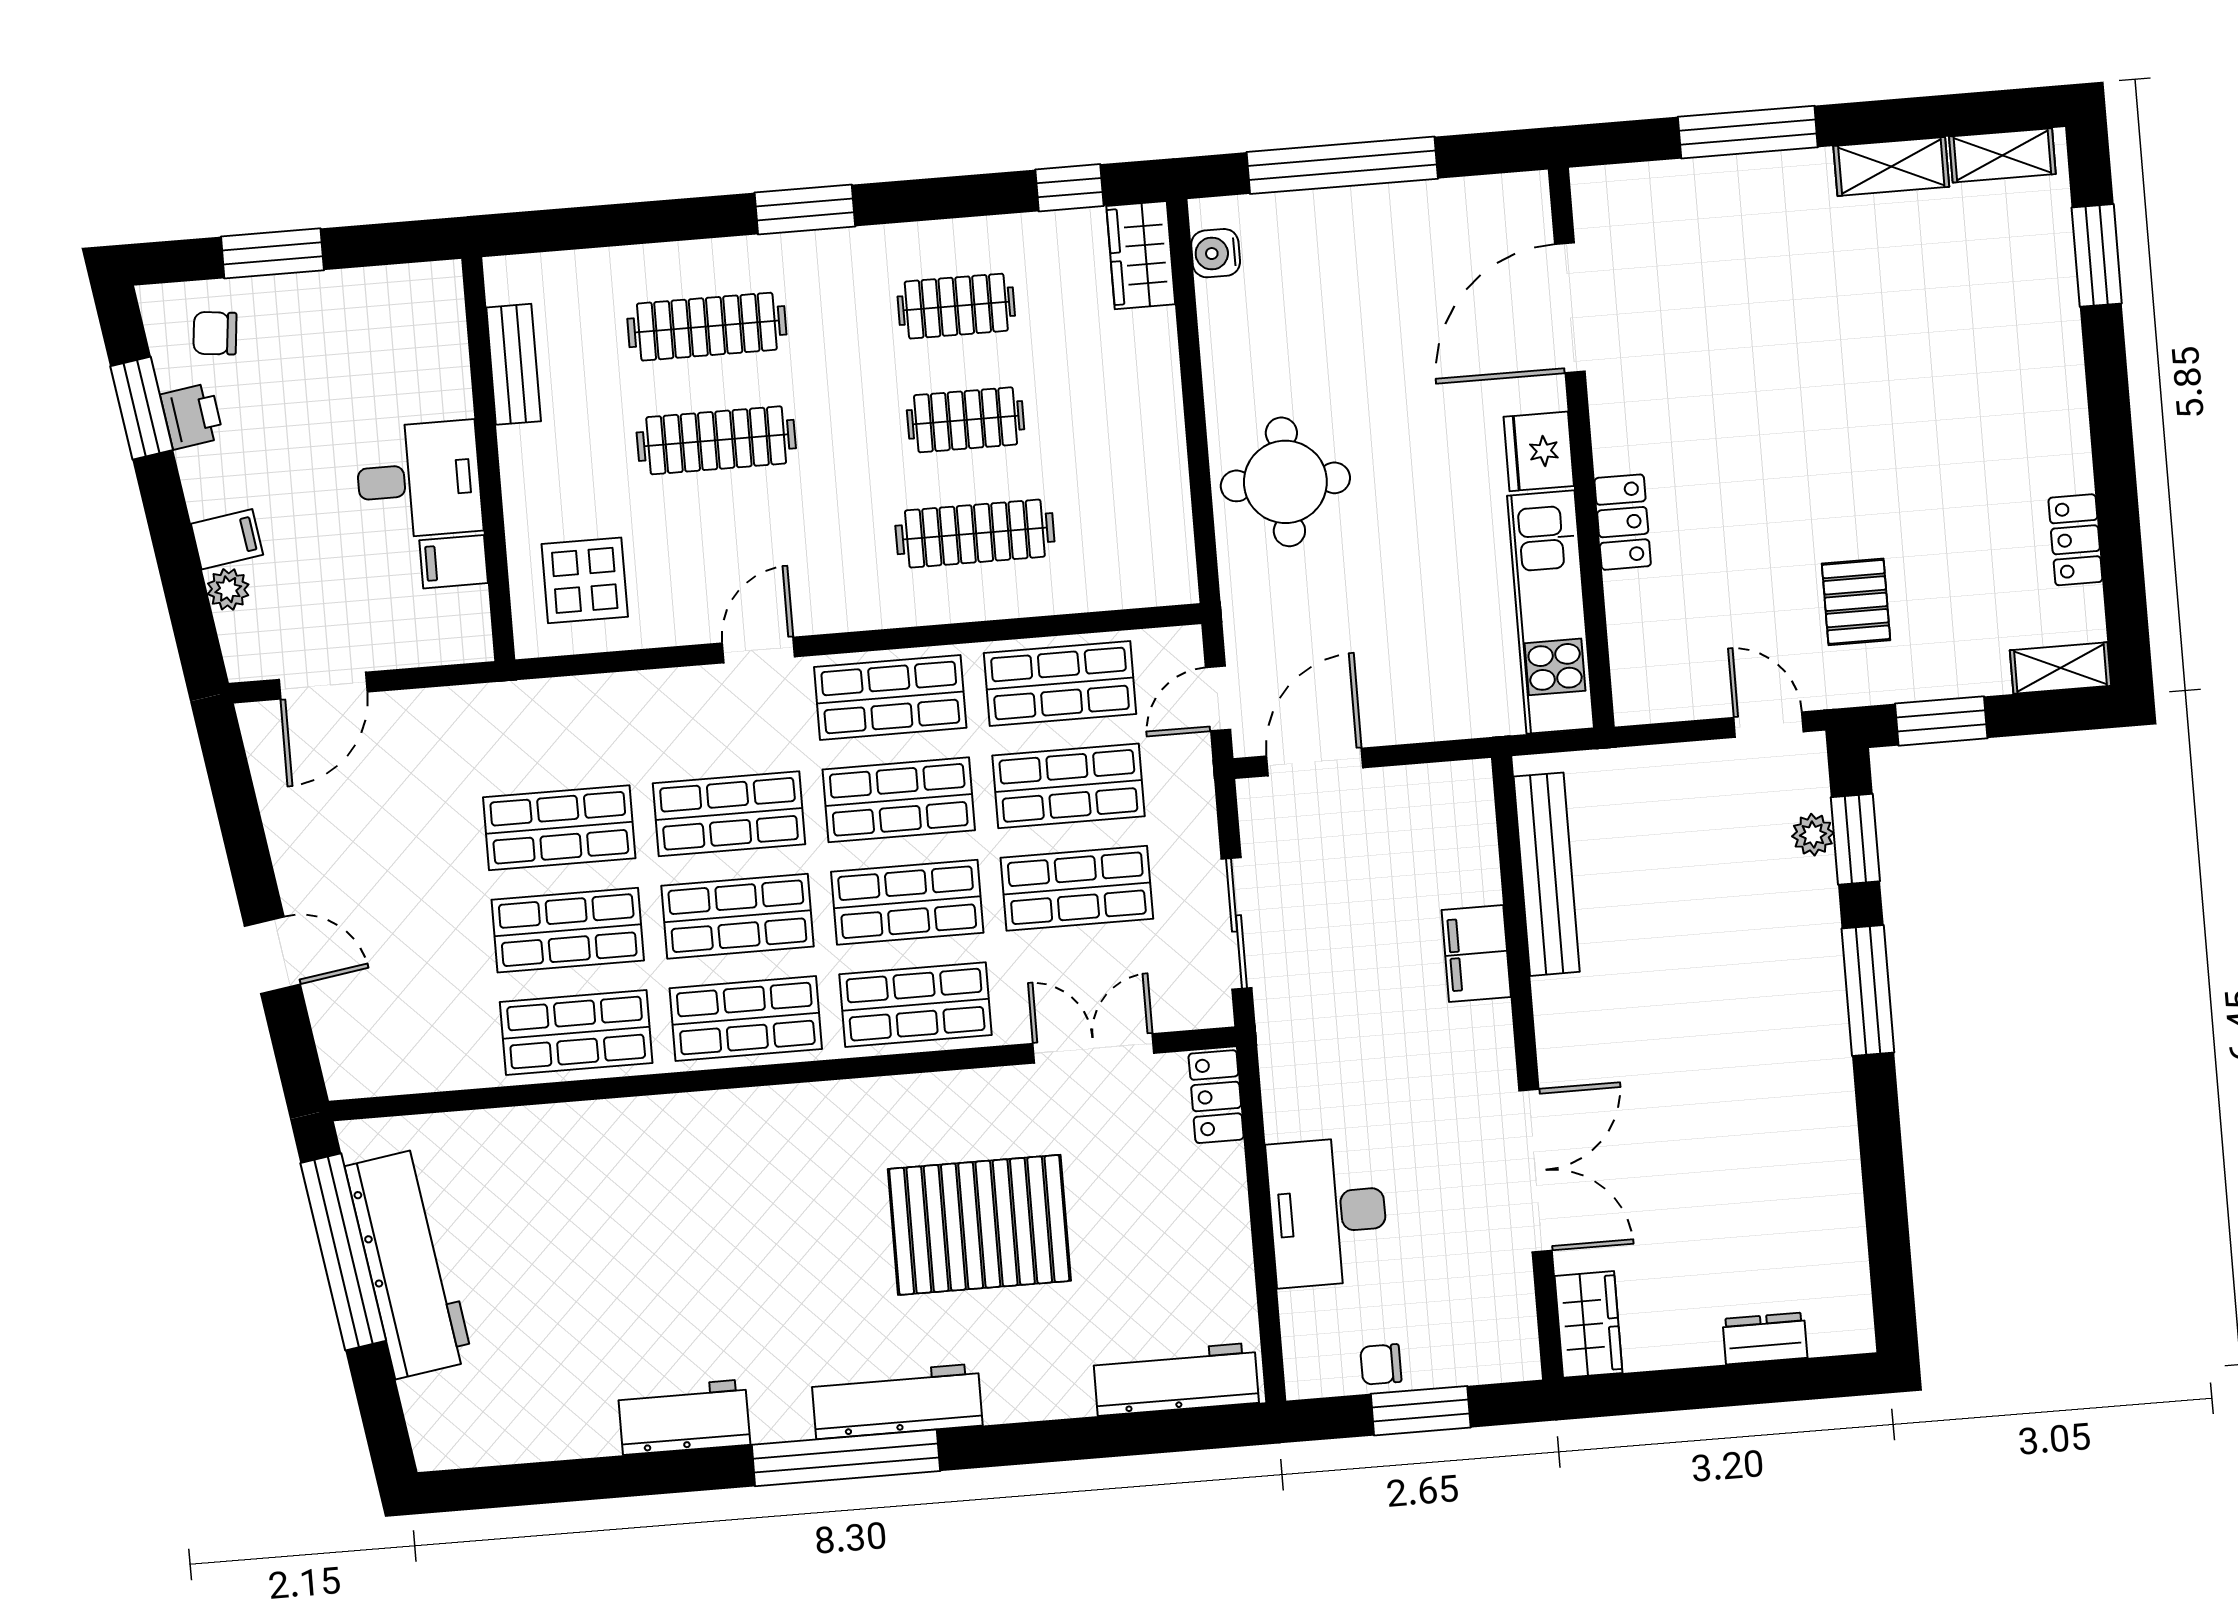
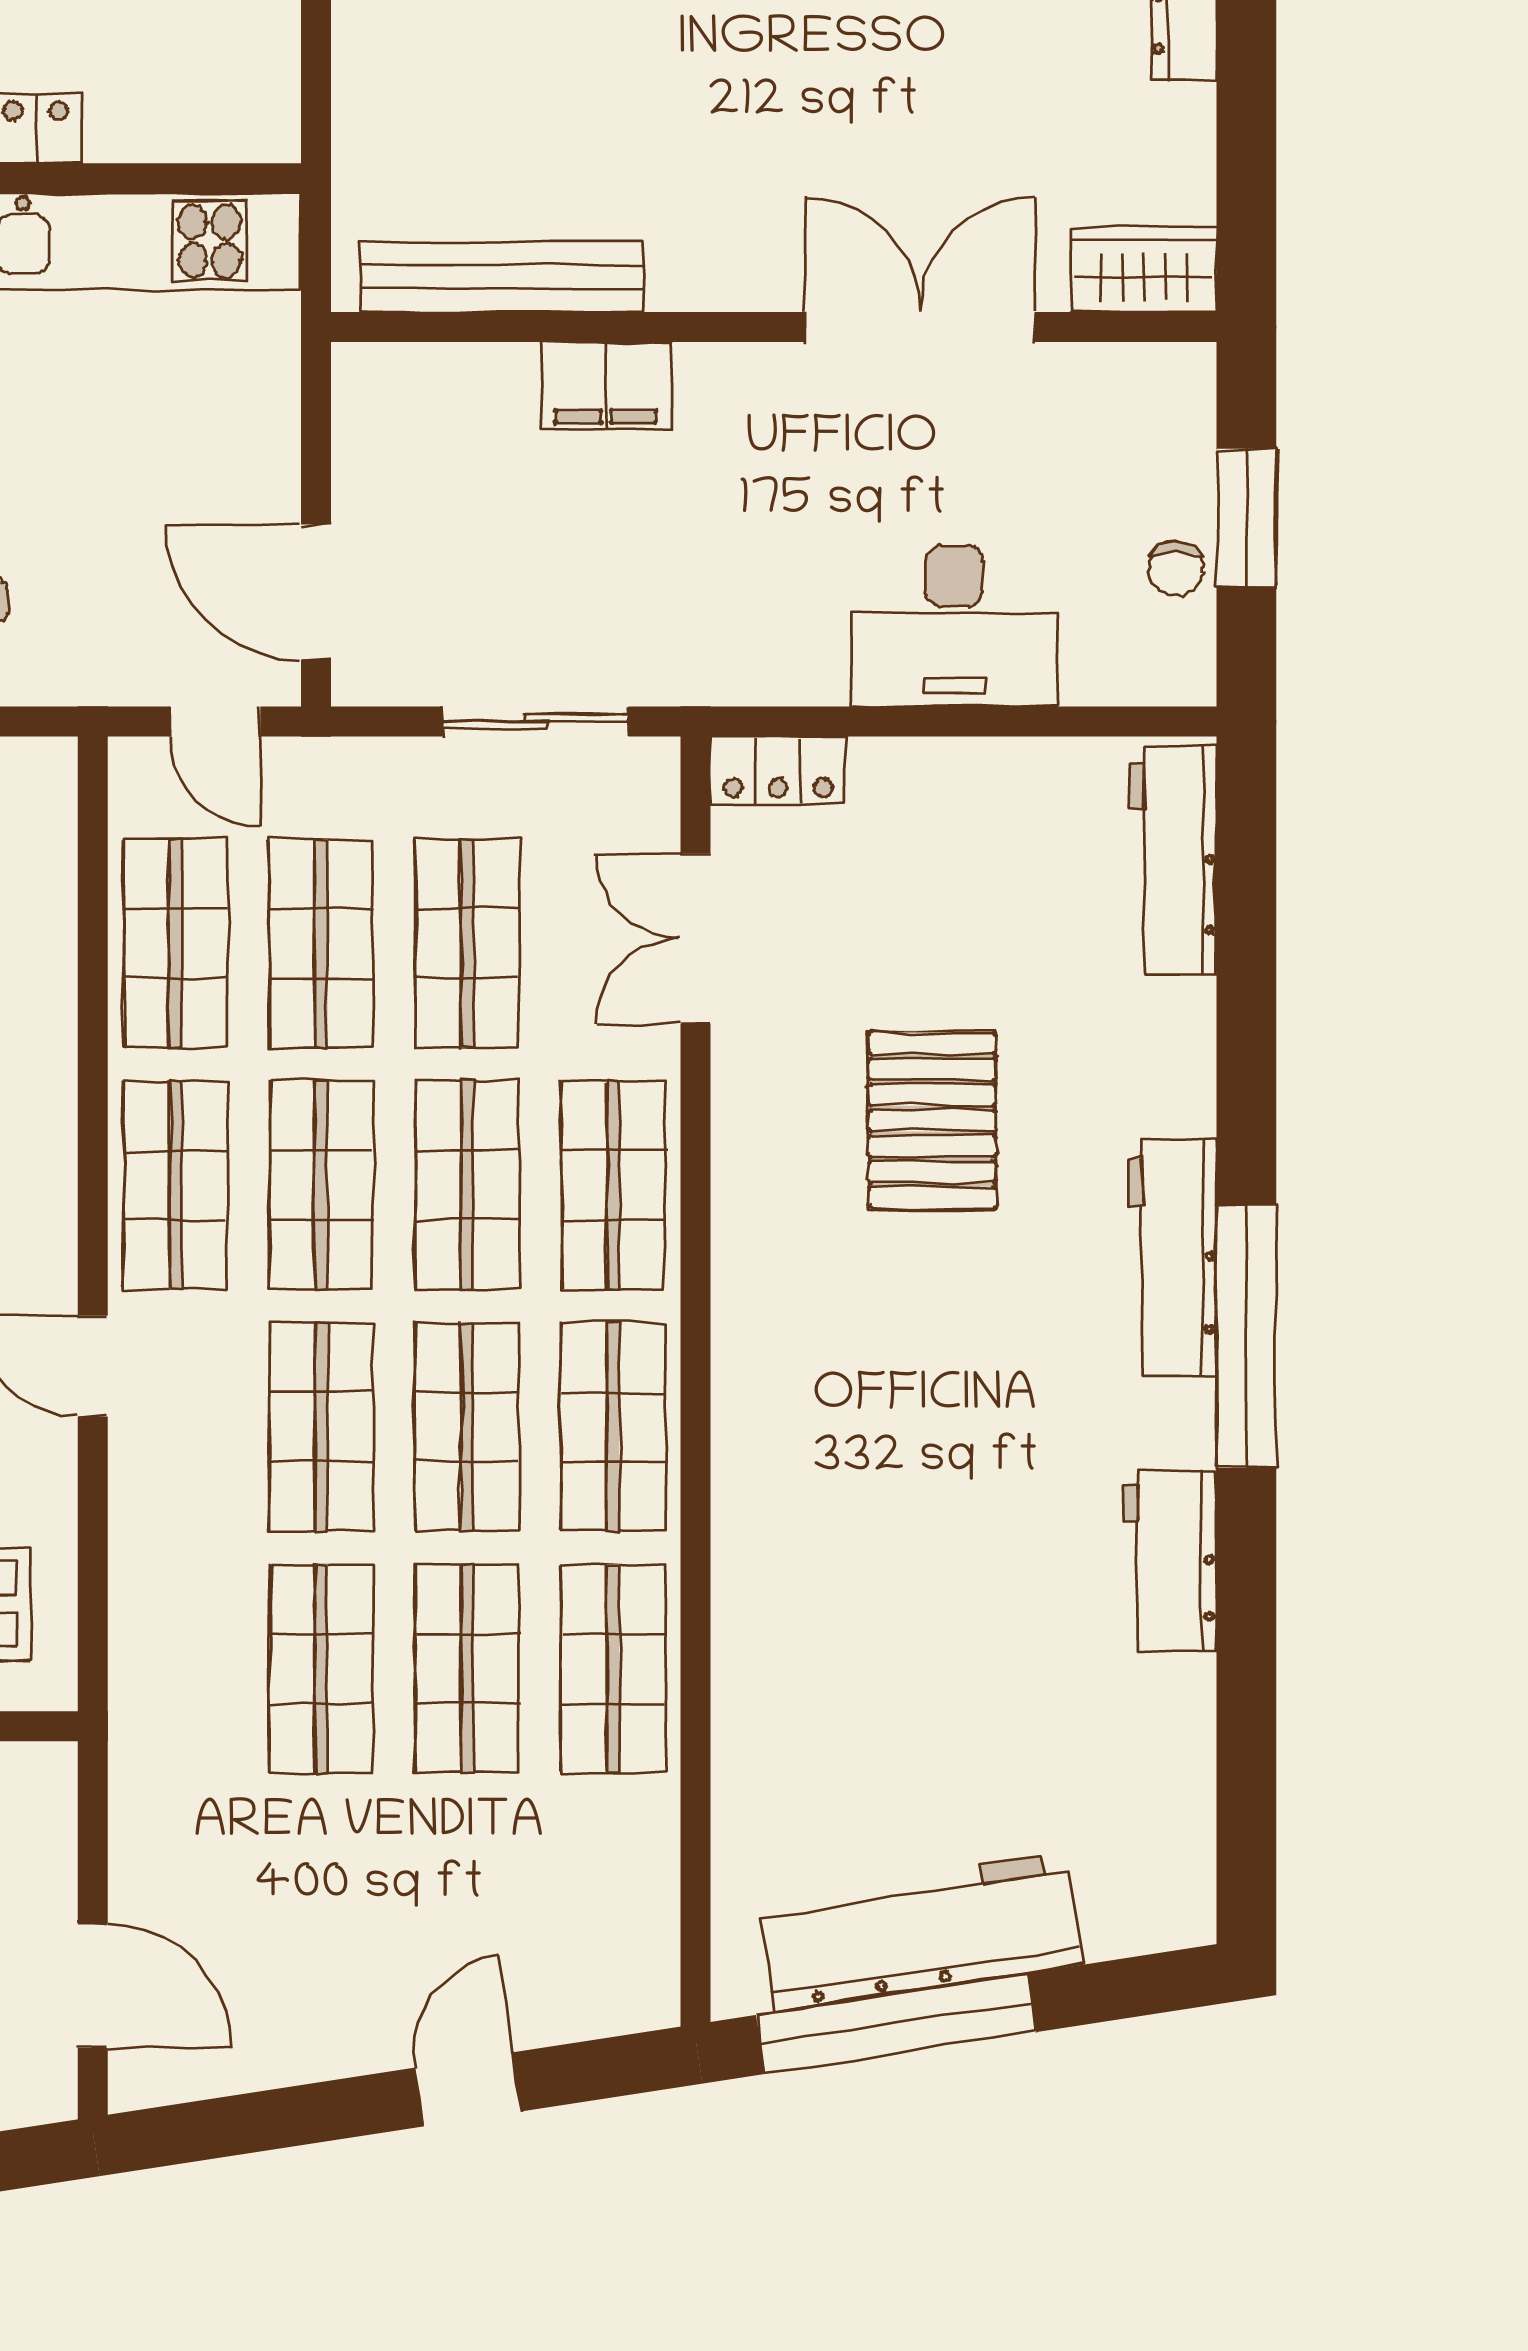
pallet: (979, 1225) -> (932, 1121), width x0.73, depth x0.71

